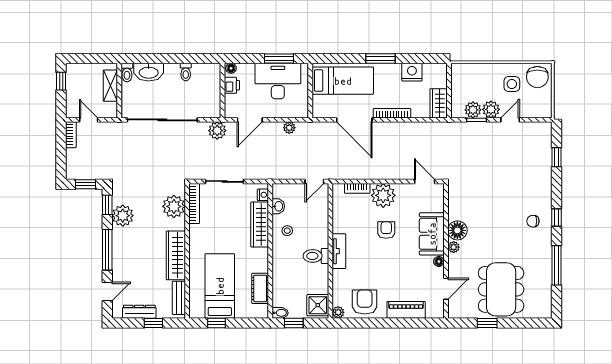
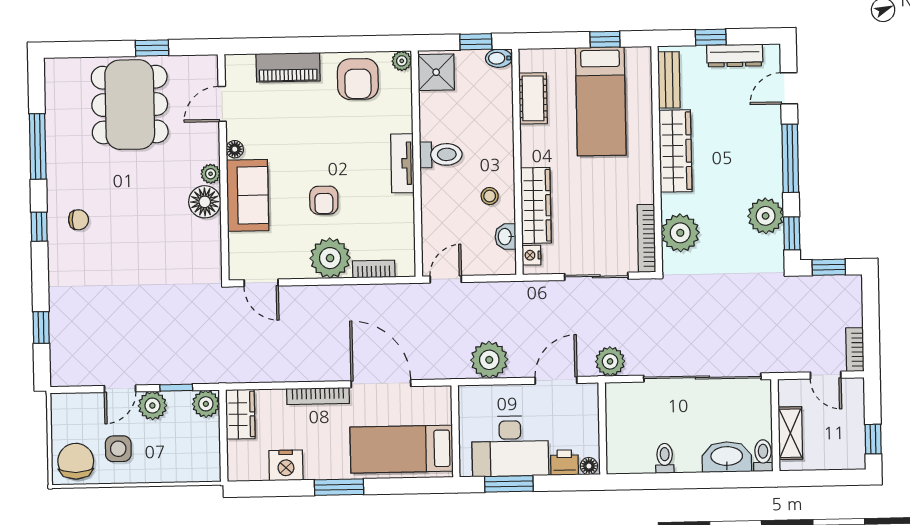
printer: (232, 85) -> (564, 463), moved, turned 90
plant: (473, 110) -> (206, 404), moved
plant: (289, 128) -> (489, 360), width x1.88, depth x1.88

